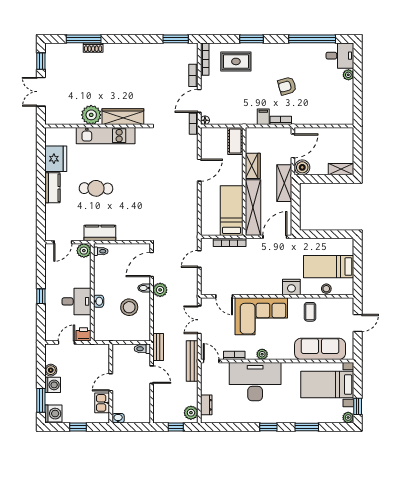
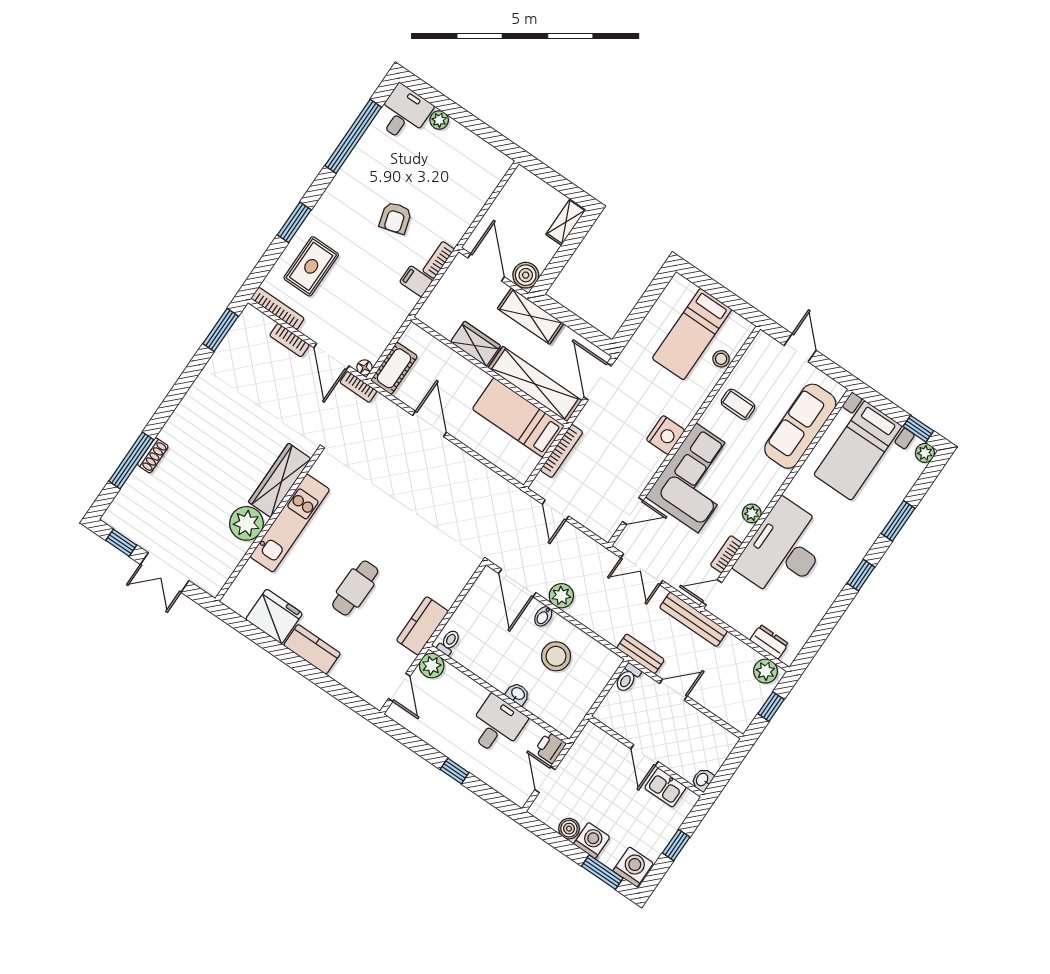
cot: (235, 141) -> (394, 368), moved, turned 90
nightstand: (291, 287) -> (666, 435), moved

